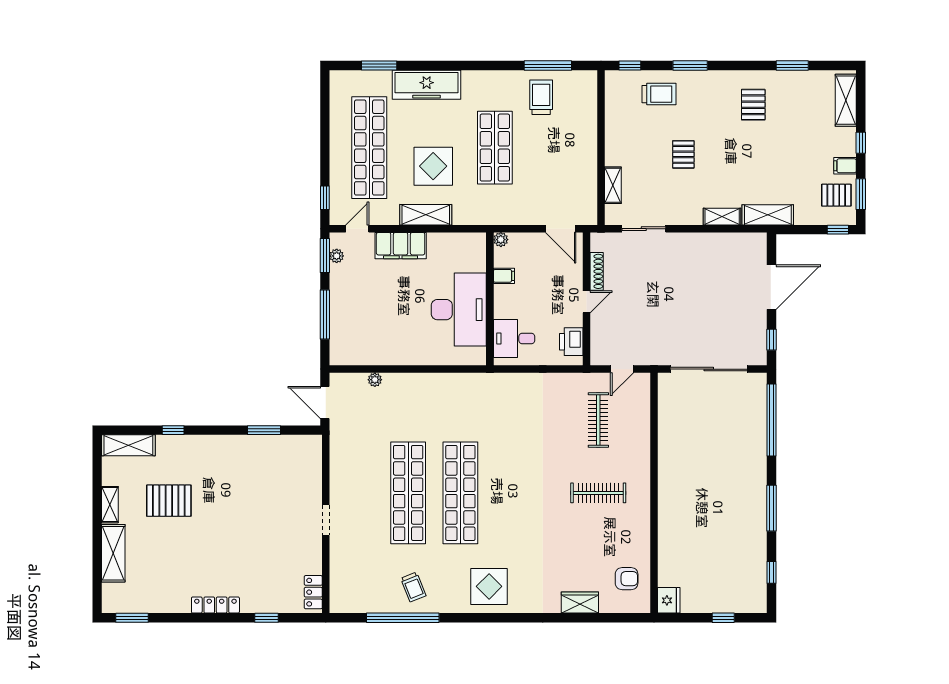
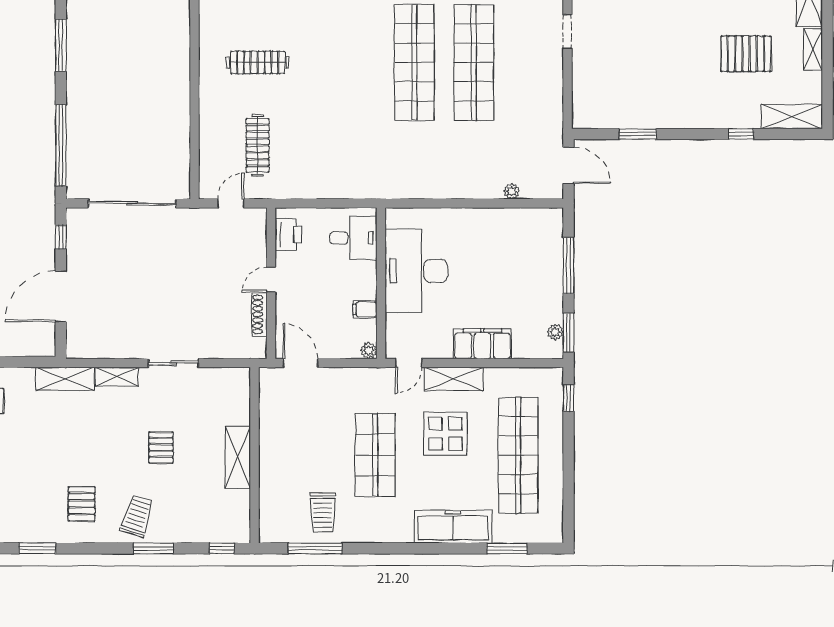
trolley: (659, 94) -> (137, 516), moved, turned 107
shelving: (613, 185) -> (238, 457), moved, width x1.50, depth x1.33
door: (357, 229) -> (409, 363), moved
sliding door: (644, 229) -> (173, 363), moved

